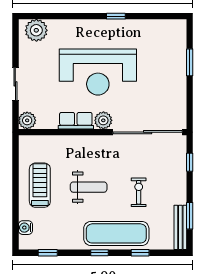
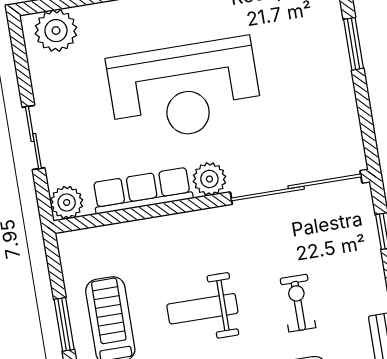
row of seats: (76, 121) -> (142, 191), width x1.48
window: (15, 183) -> (64, 324), added
weight bench: (89, 187) -> (202, 309), turned 180

